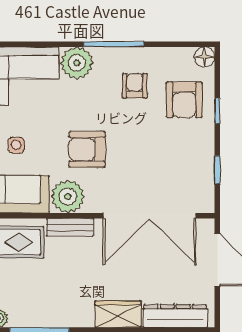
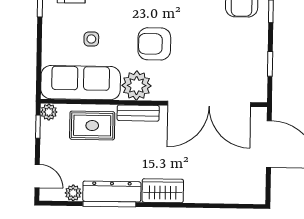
wardrobe: (118, 314) -> (163, 191), moved
dresser: (175, 316) -> (112, 192), moved

